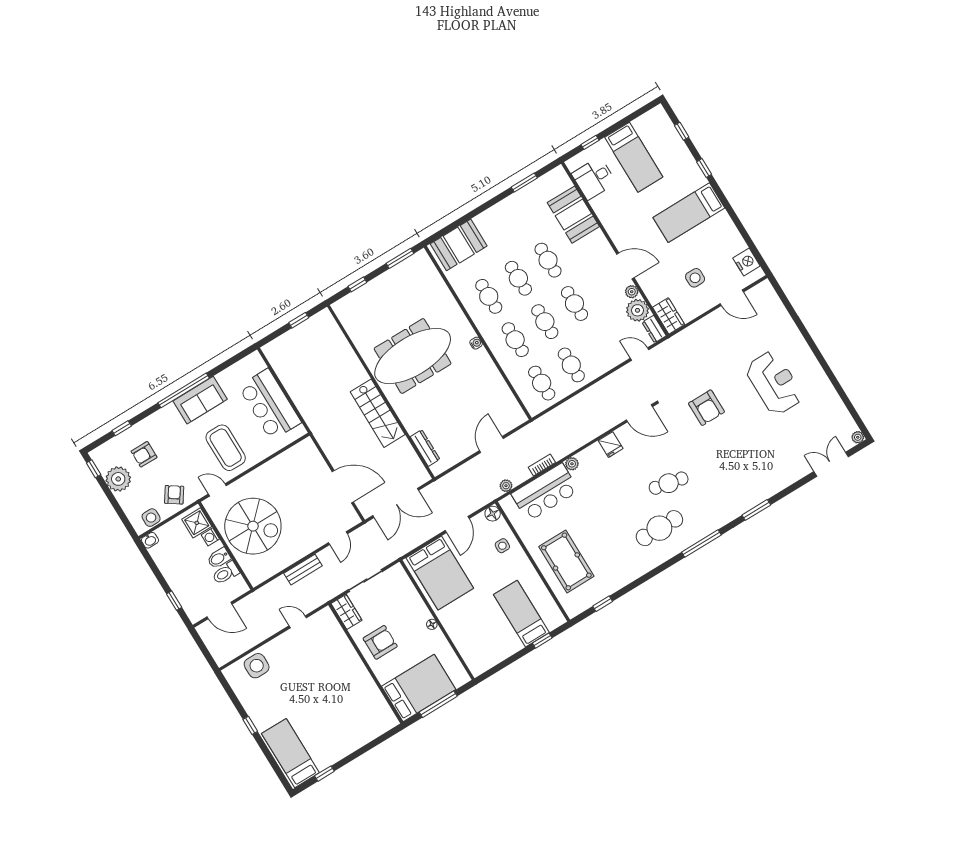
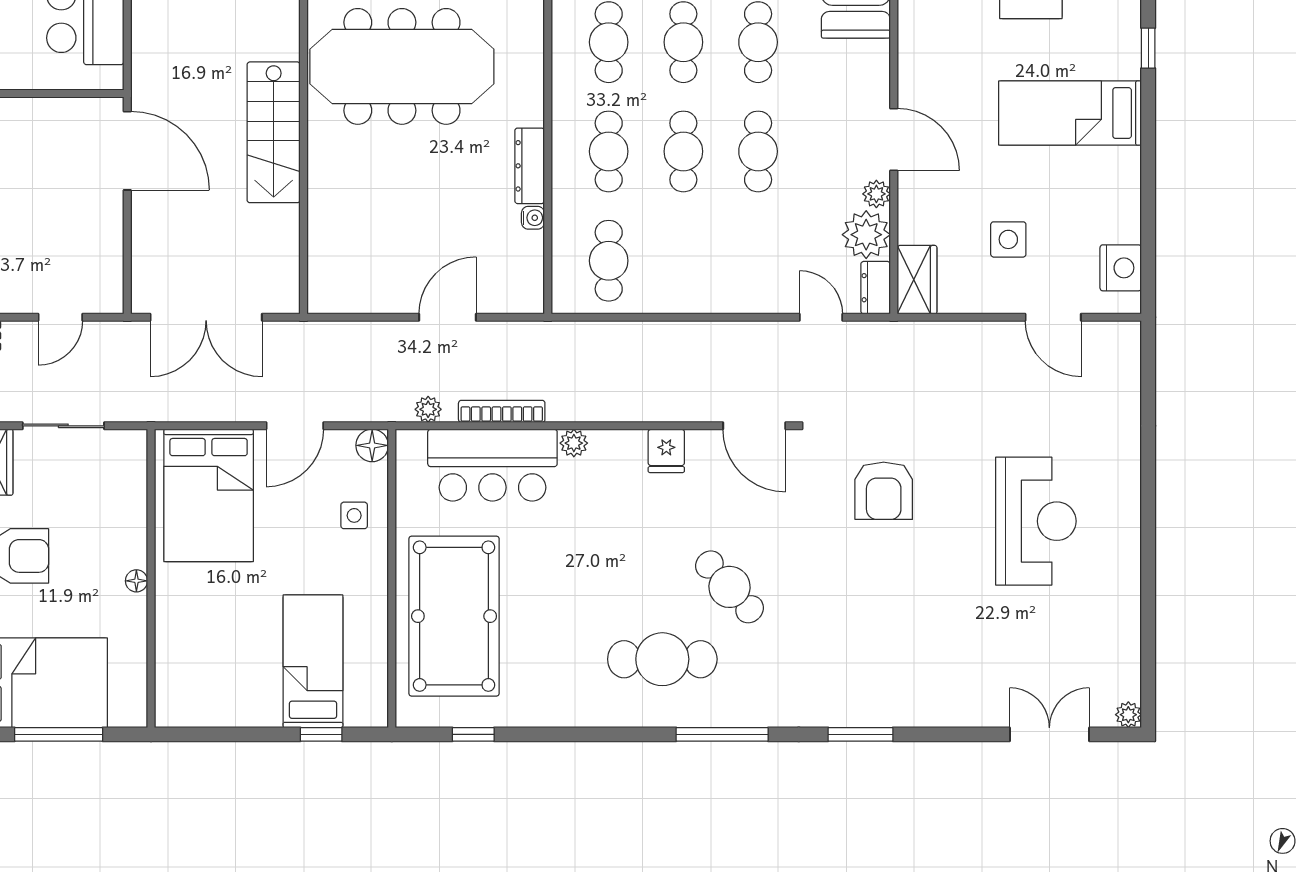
water cooler: (476, 343) -> (533, 218), moved
cafe table: (571, 365) -> (683, 261), removed
dresser: (425, 448) -> (530, 166), moved, turned 180
bookcase: (542, 465) -> (502, 411), width x1.56
cafe table: (669, 483) -> (730, 587), turned 36
door: (343, 487) -> (127, 151), moved
pool table: (566, 561) -> (454, 616), width x1.36, depth x1.32

